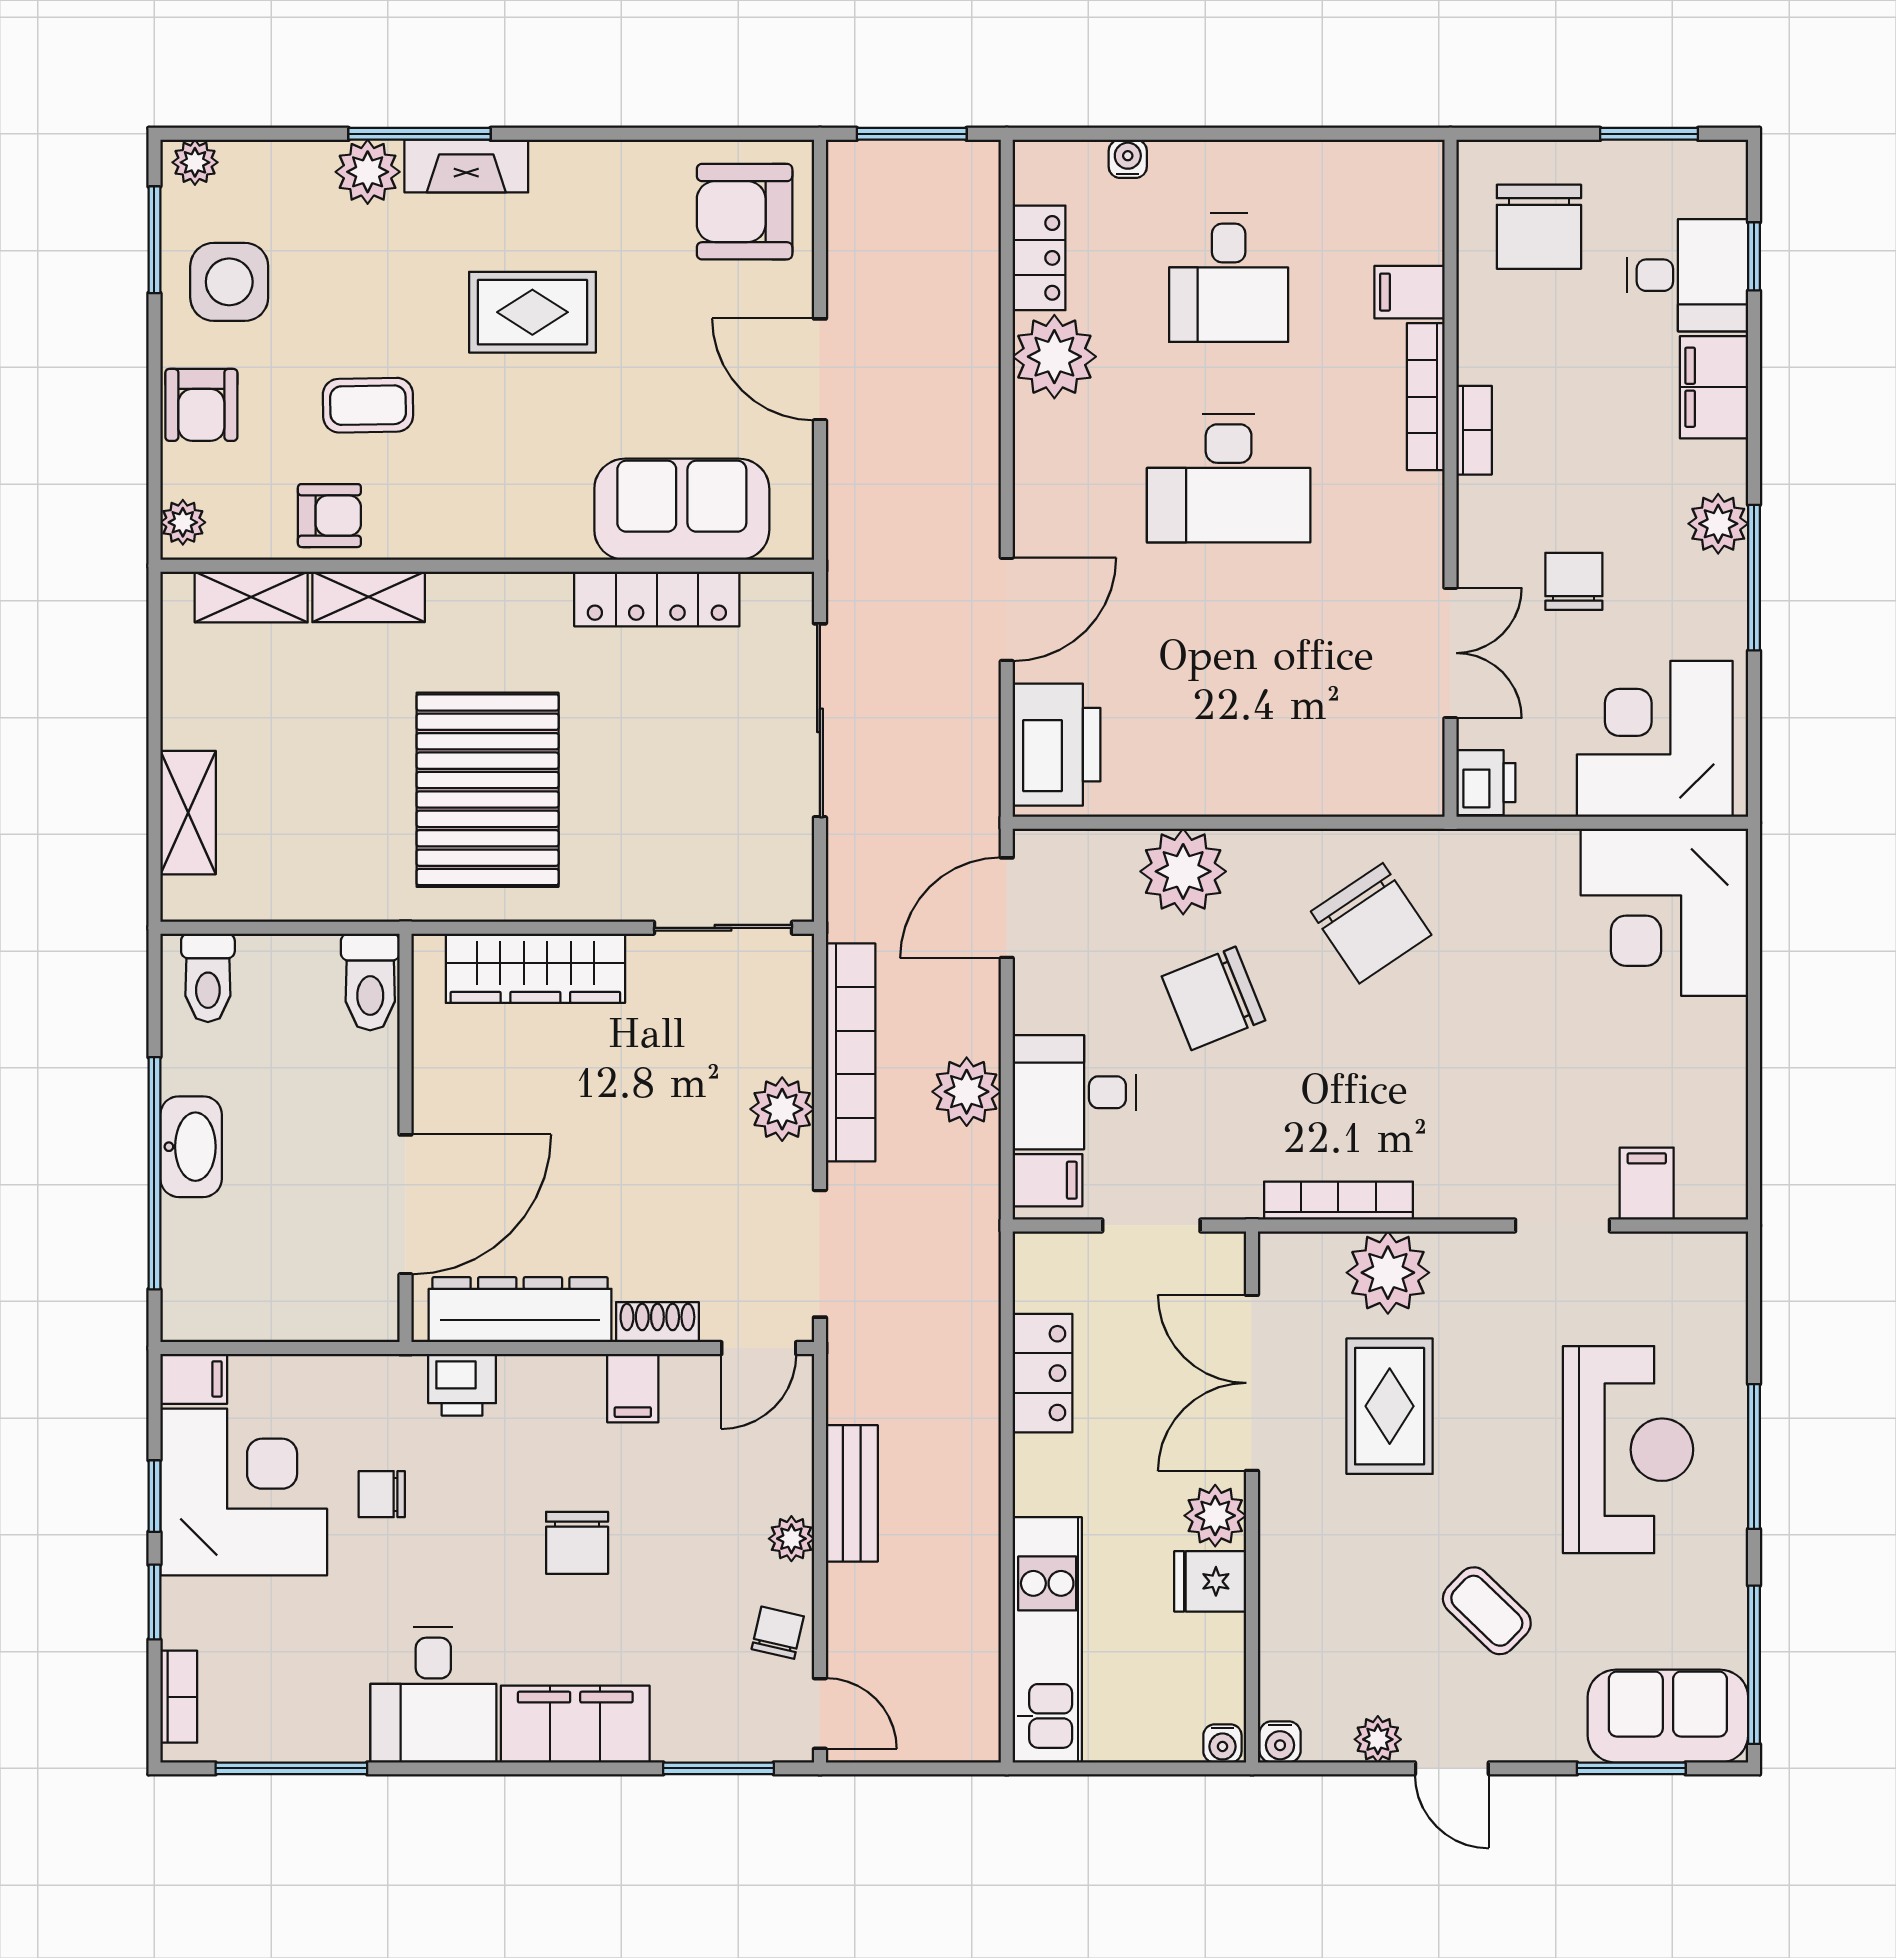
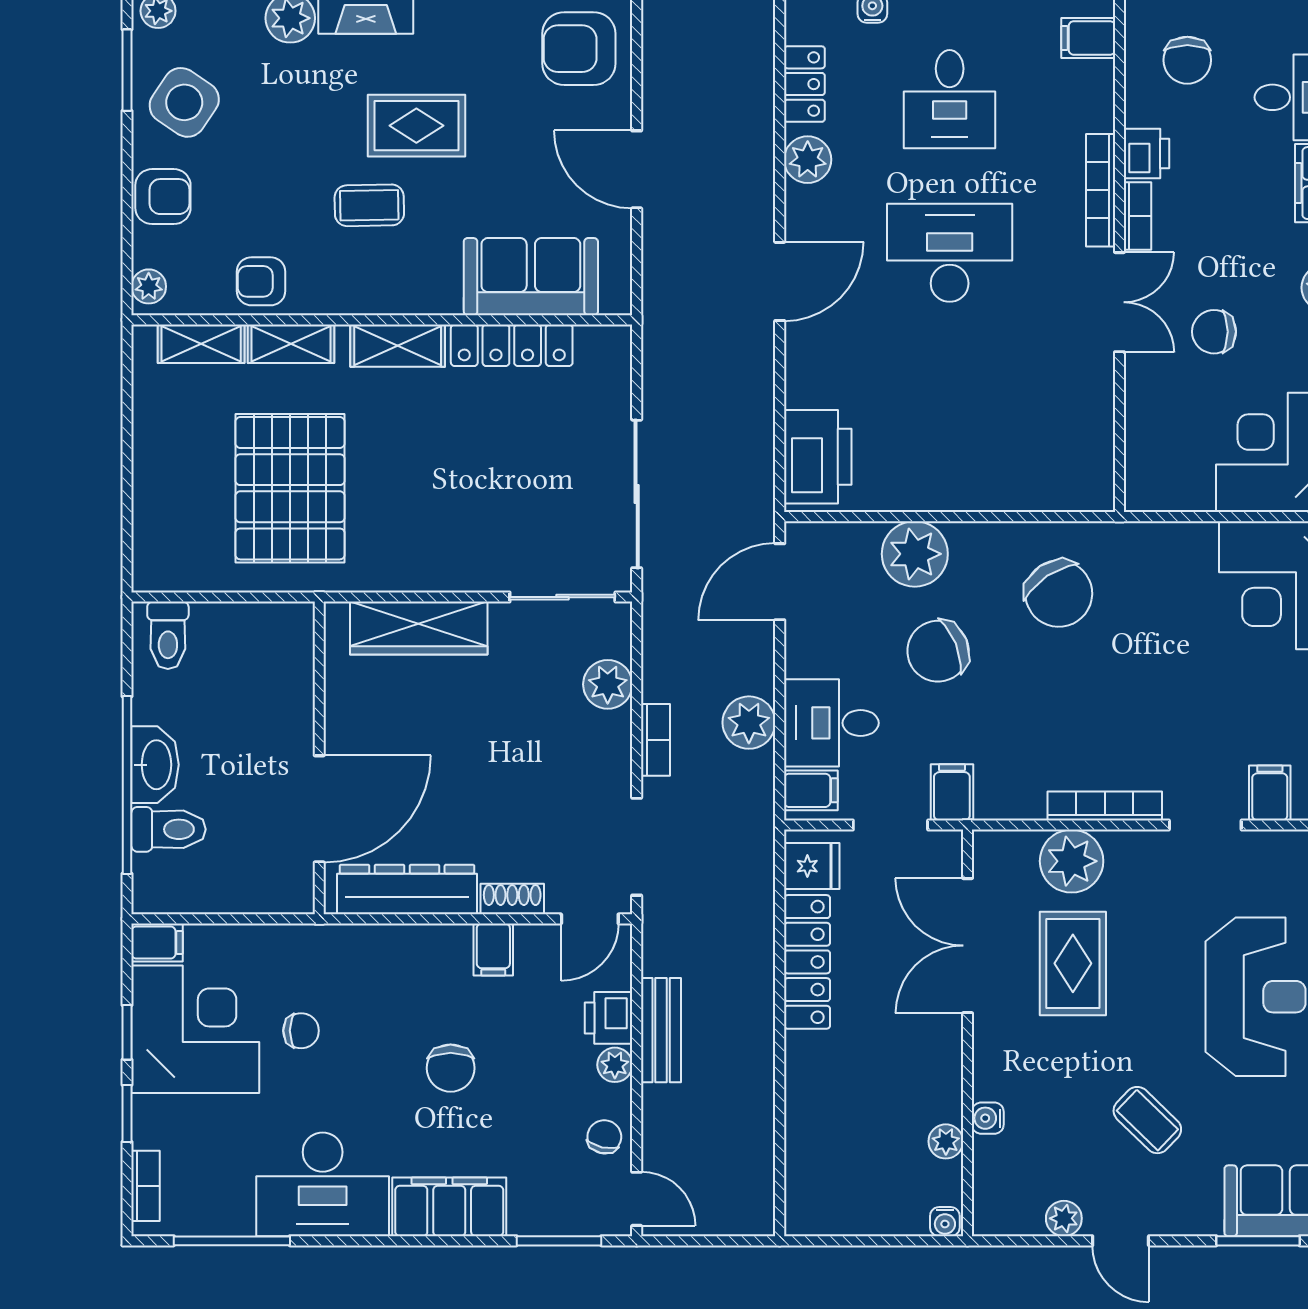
chair: (1539, 227) -> (1187, 60), width x0.73, depth x0.73
side table: (229, 282) -> (184, 102), turned 34
filing cabinet: (1410, 292) -> (1088, 38), moved
plant: (1054, 357) -> (808, 160), width x0.73, depth x0.73
armchair: (201, 405) -> (163, 197), turned -90
coffee table: (368, 405) -> (369, 205), moved
desk: (1229, 478) -> (950, 253), turned 180
armchair: (329, 516) -> (261, 281), turned 180
chair: (1574, 581) -> (1214, 332), turned -90
door: (1007, 609) -> (780, 281), moved
double door: (1450, 653) -> (1119, 302), moved
sliding door: (820, 720) -> (637, 494), moved
printer: (1486, 783) -> (1147, 154), moved
pallet: (488, 790) -> (290, 488), moved
shelving: (188, 813) -> (398, 346), moved, turned 90
toilet: (370, 982) -> (169, 829), moved, turned -90
bookcase: (851, 1052) -> (656, 740), width x0.43, depth x0.76
plant: (782, 1109) -> (608, 684), moved
filing cabinet: (1232, 1183) -> (952, 792), added
bookcase: (1338, 1201) -> (1105, 806), moved
locker: (1042, 1373) -> (807, 962), width x1.53
printer: (462, 1385) -> (609, 1018), moved, turned 90
chair: (382, 1494) -> (301, 1031), turned 180
plant: (1215, 1516) -> (946, 1141), moved, width x0.73, depth x0.73
fridge: (1210, 1581) -> (812, 866), moved, turned 180
kitchen unit: (1047, 1640) -> (811, 1142), removed
desk: (433, 1695) -> (323, 1184), width x1.37
water cooler: (1280, 1742) -> (988, 1118), moved, turned 90

